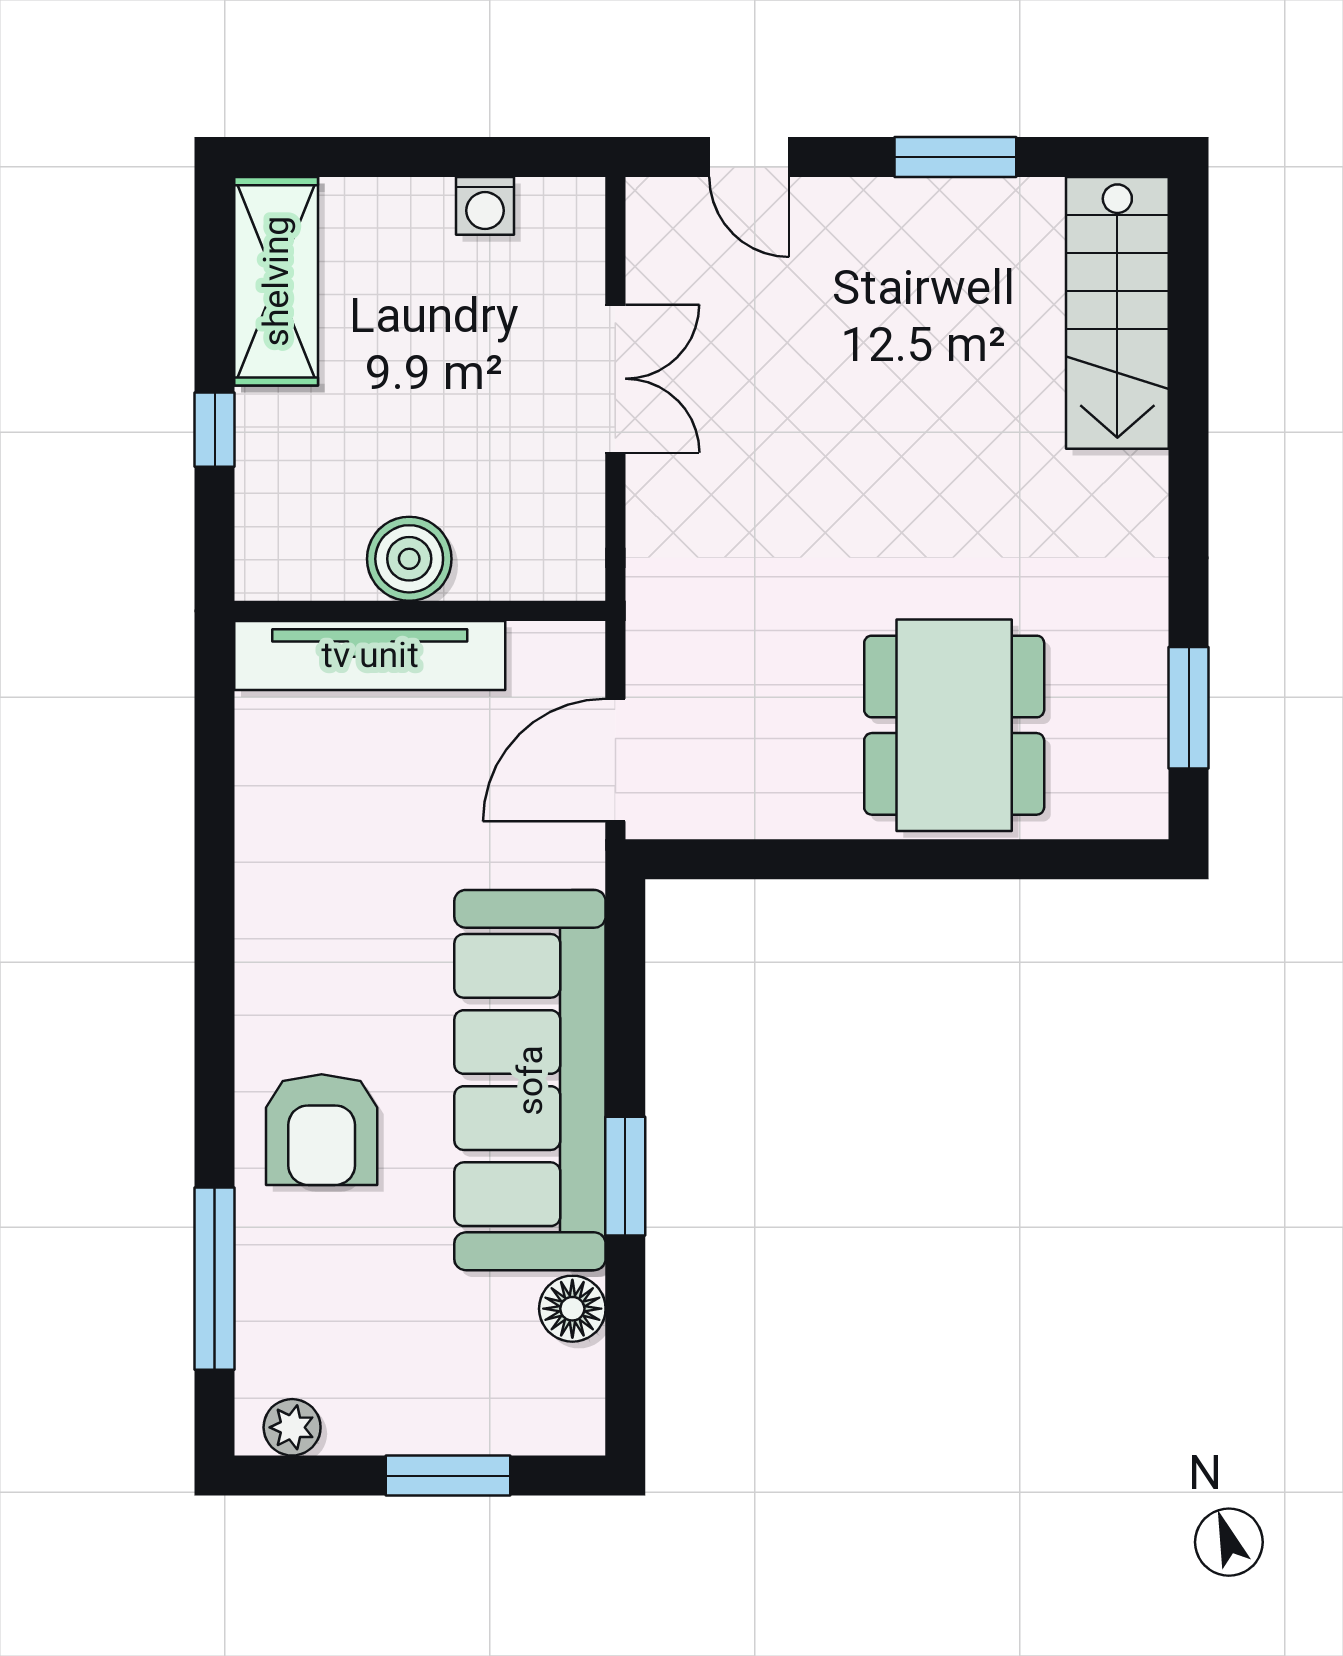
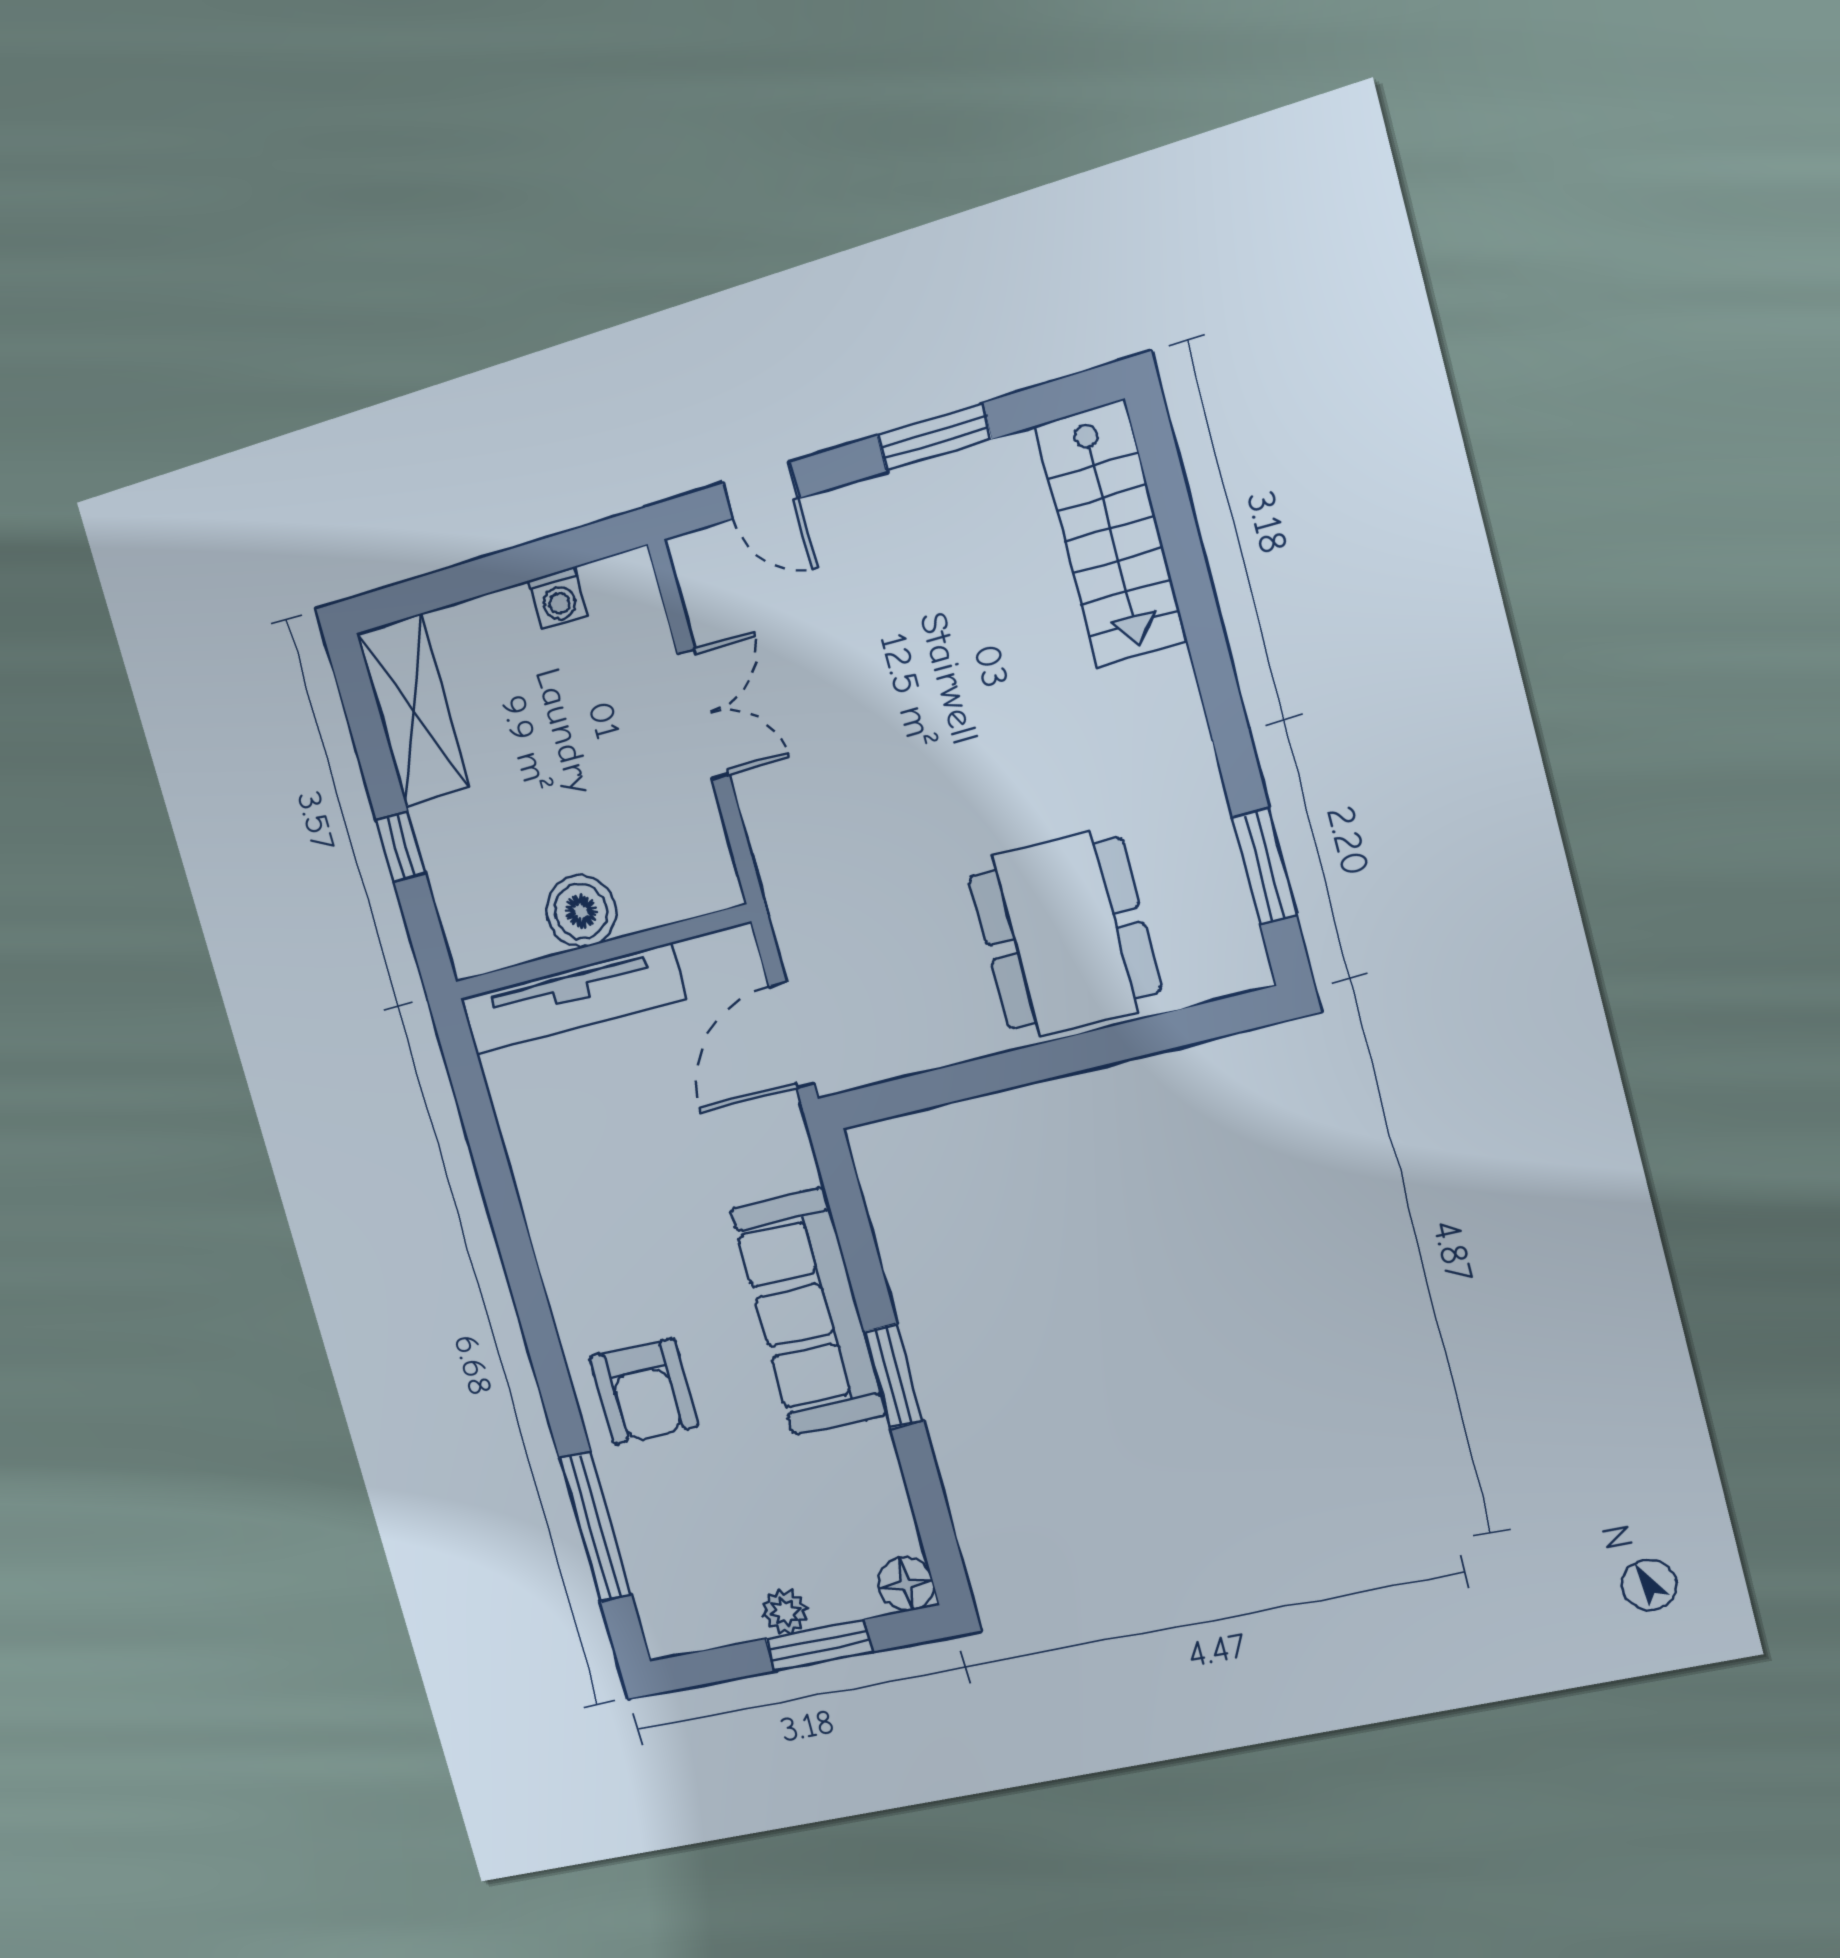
sofa: (530, 1080) -> (809, 1312), width x0.74, depth x0.79
floor lamp: (572, 1309) -> (906, 1584), moved
plant: (292, 1427) -> (785, 1612), moved

